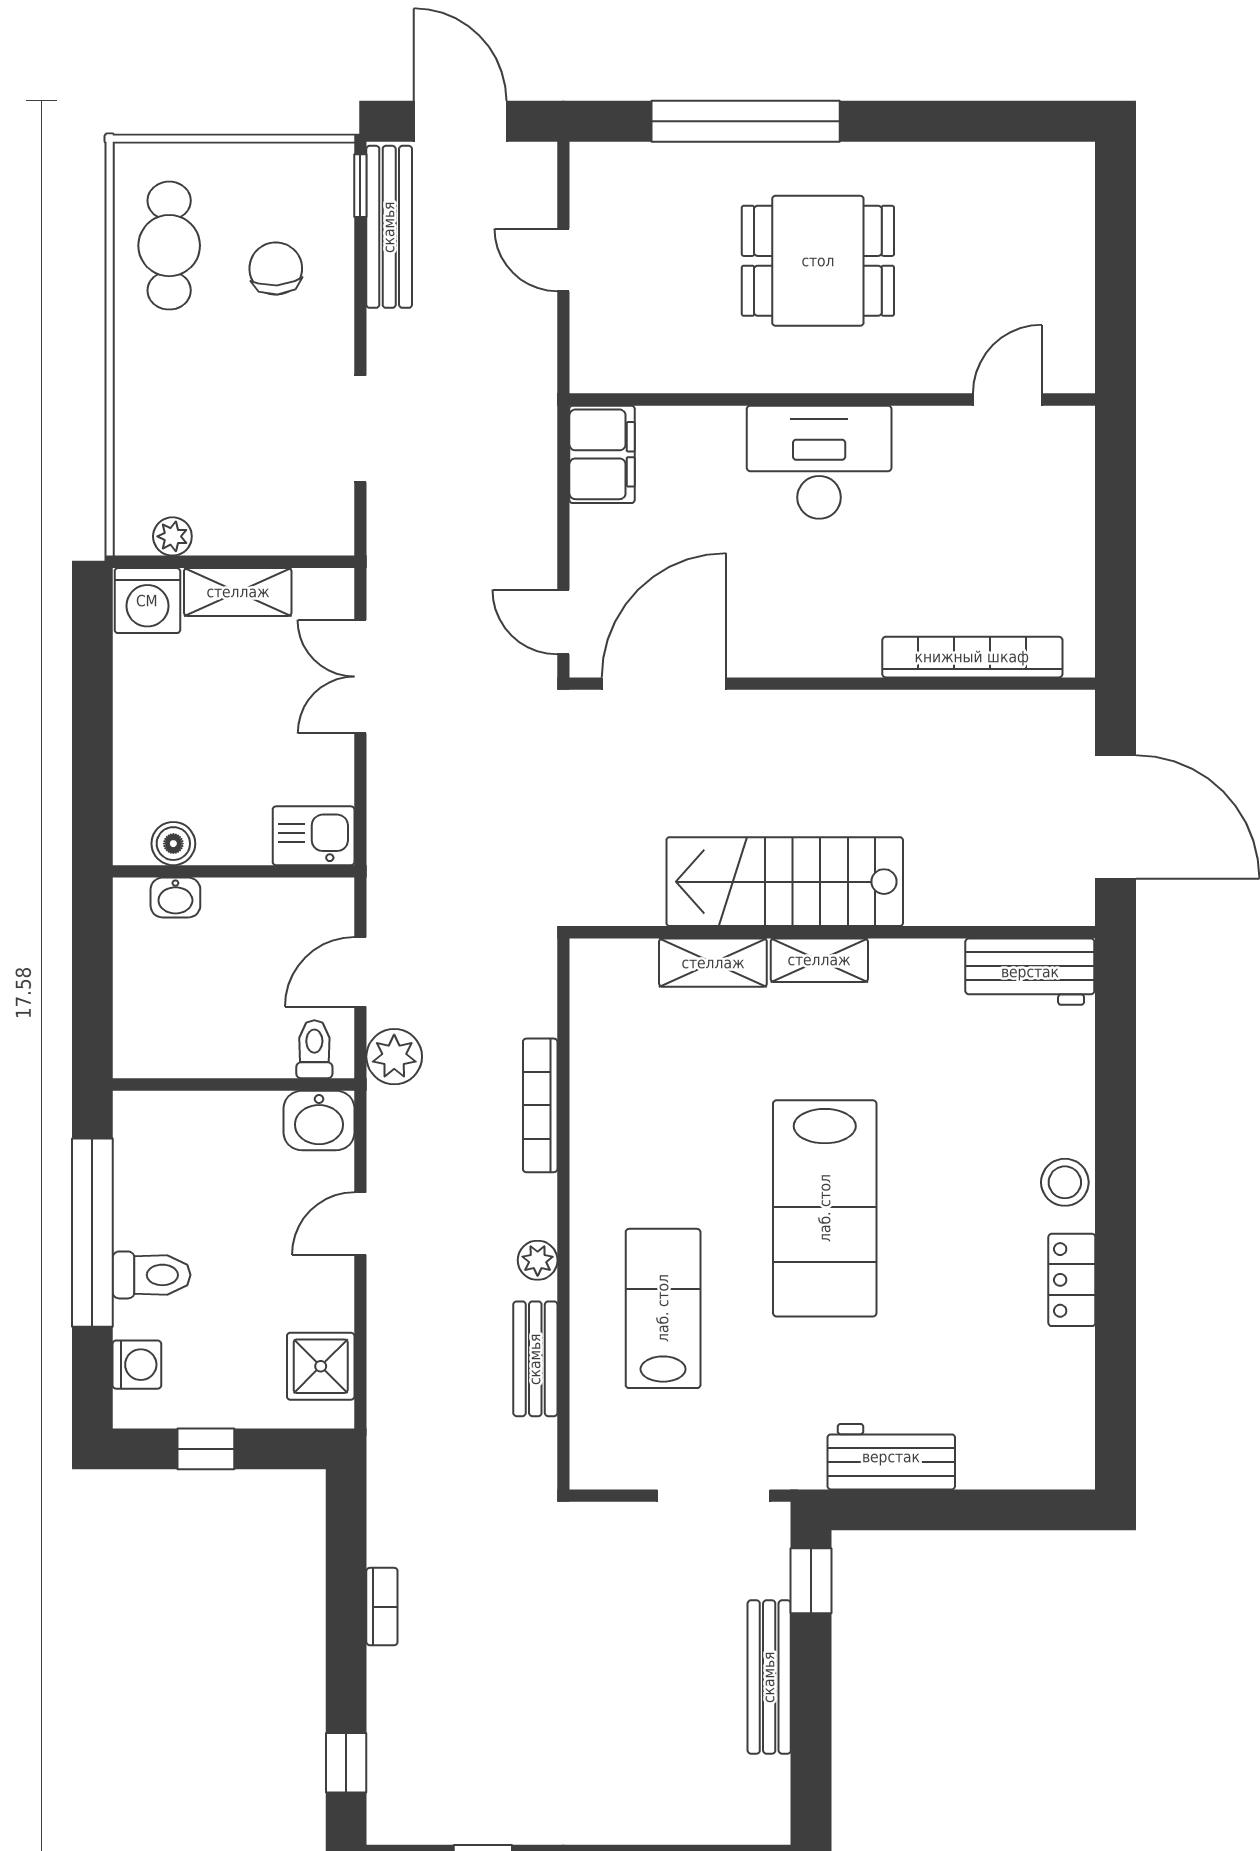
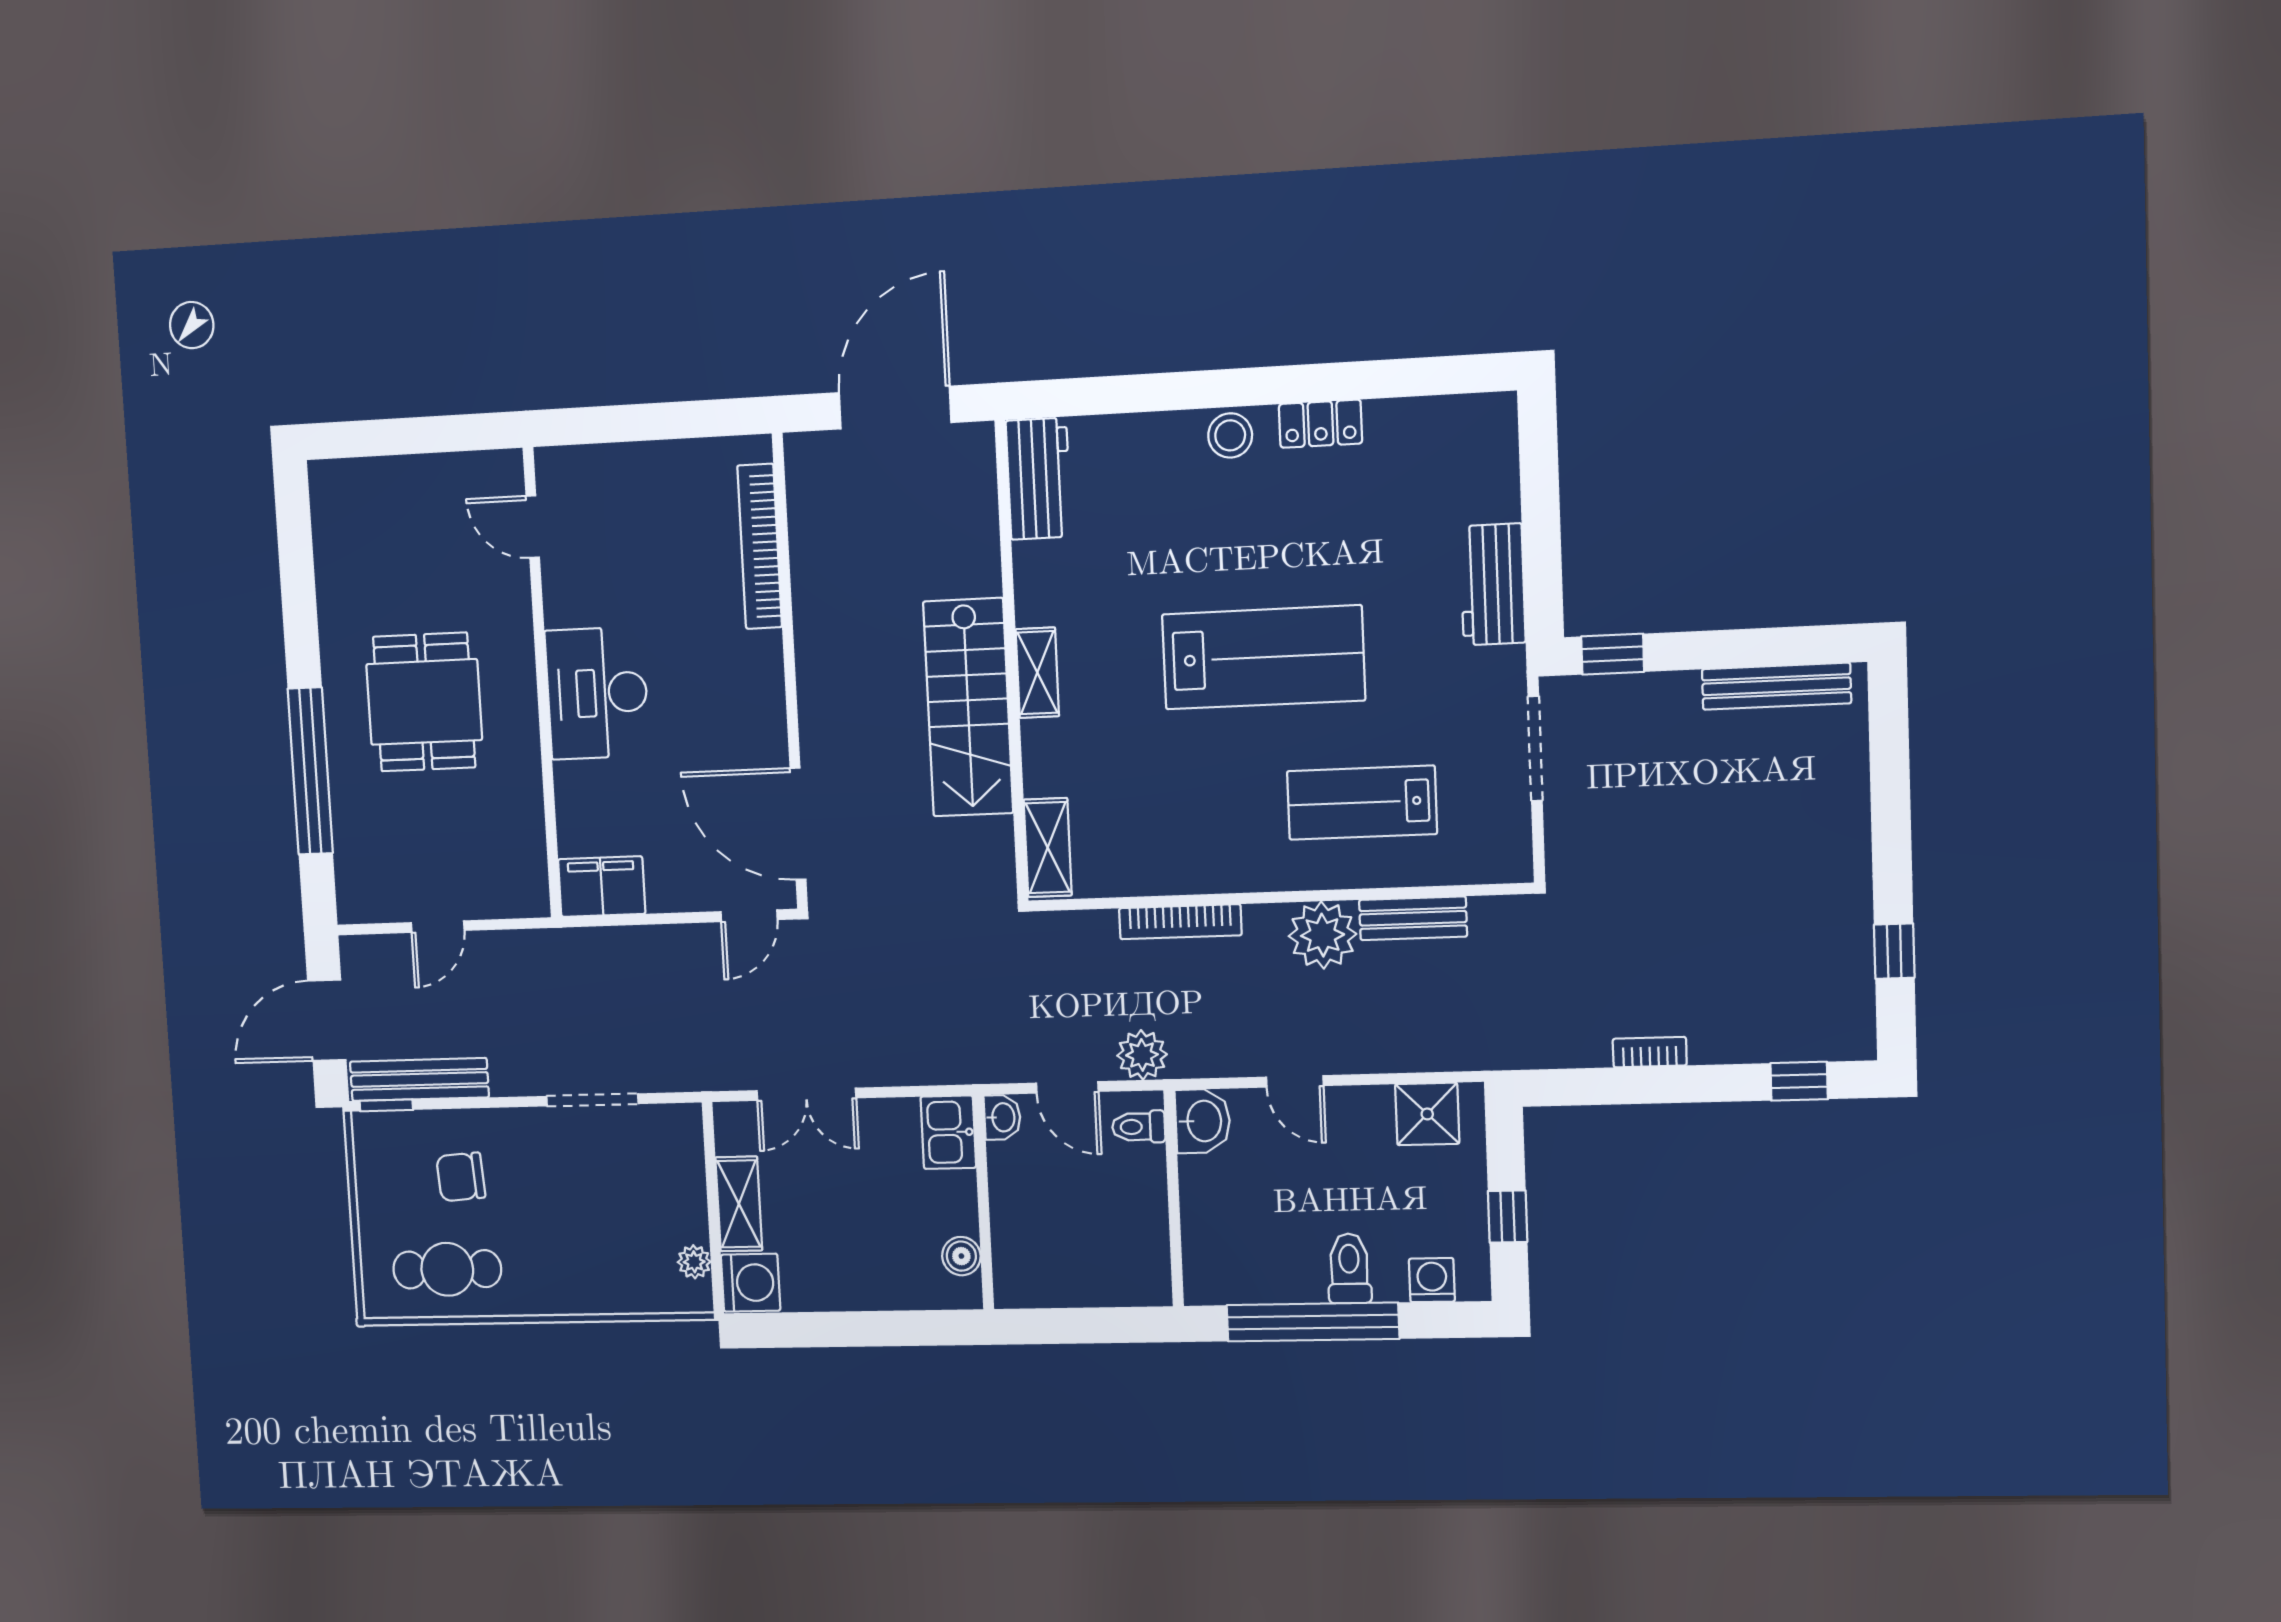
washbasin: (175, 898) -> (1002, 1117), moved
shelving: (713, 963) -> (1048, 848), moved
plant: (538, 1260) -> (1323, 935), width x1.88, depth x1.88
bench: (769, 1677) -> (1776, 686), moved

